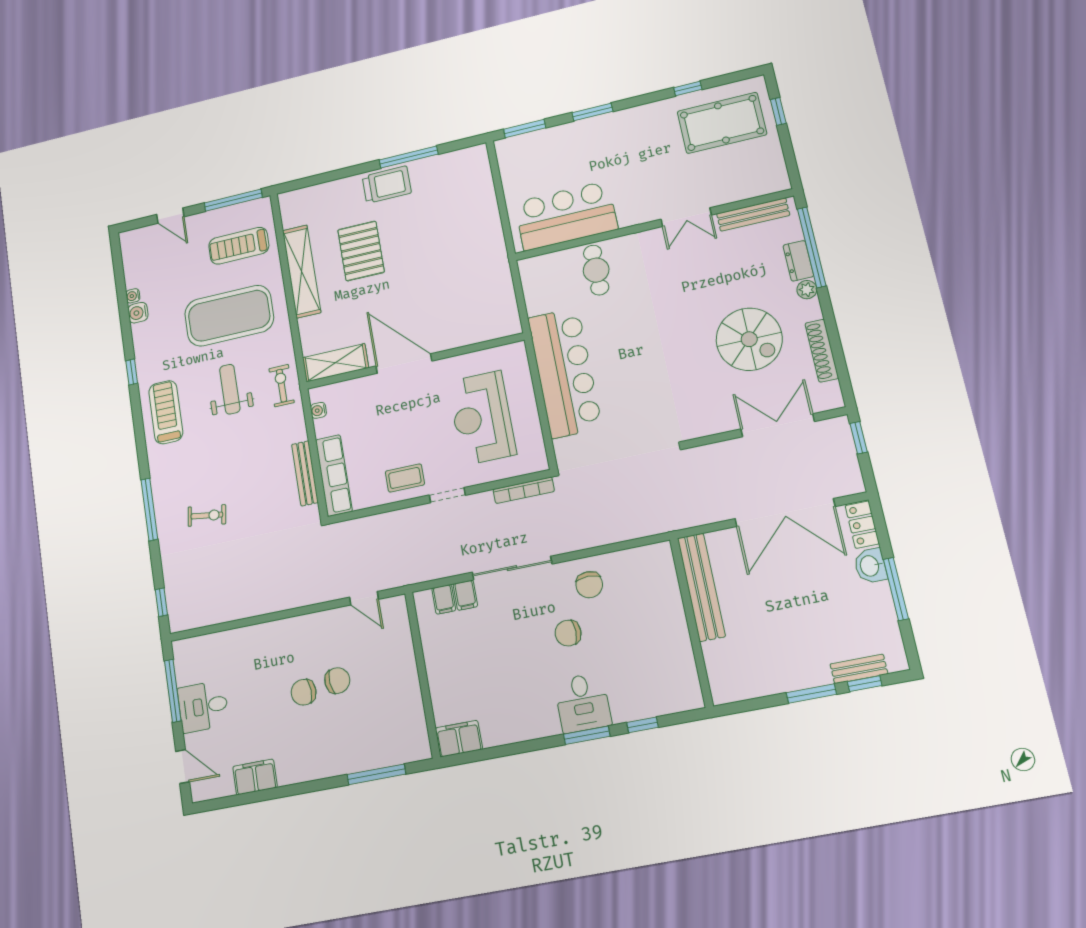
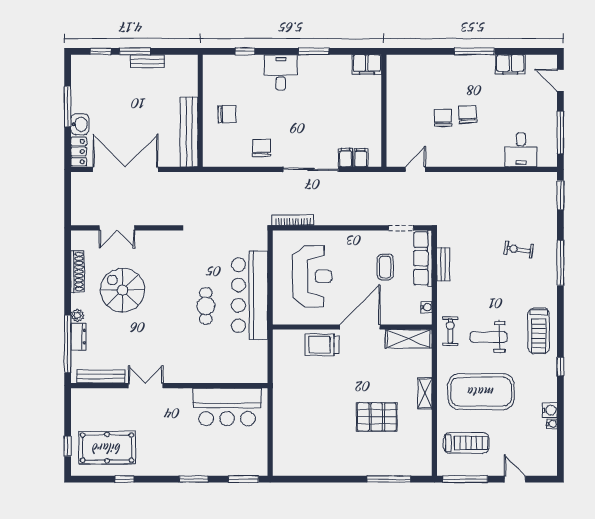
window: (409, 157) -> (389, 479), moved
trolley: (387, 185) -> (322, 345), moved
pallet: (361, 251) -> (377, 417), turned 90
cafe table: (596, 270) -> (206, 306), moved
shelving: (302, 271) -> (425, 393), width x0.45, depth x0.75
door: (404, 364) -> (360, 327), swing flipped
exercise bike: (282, 386) -> (450, 331), turned 180
weight bench: (230, 389) -> (489, 337), turned 90
double door: (778, 425) -> (117, 228), width x0.73
window: (859, 438) -> (68, 208), removed
bench: (305, 473) -> (443, 264), width x0.73
coffee table: (405, 478) -> (385, 267), moved, turned 90
doorway: (447, 495) -> (401, 228), moved
door: (364, 598) -> (415, 169), hinge flipped
window: (161, 602) -> (560, 195), width x1.50
chair: (568, 633) -> (227, 114), moved
bench: (859, 669) -> (148, 61), moved
chair: (337, 681) -> (443, 118), turned 96
chair: (304, 692) -> (468, 114), turned -92
desk: (203, 706) -> (521, 150), moved, turned 90
window: (587, 735) -> (314, 51), moved
window: (376, 774) -> (474, 51), moved

